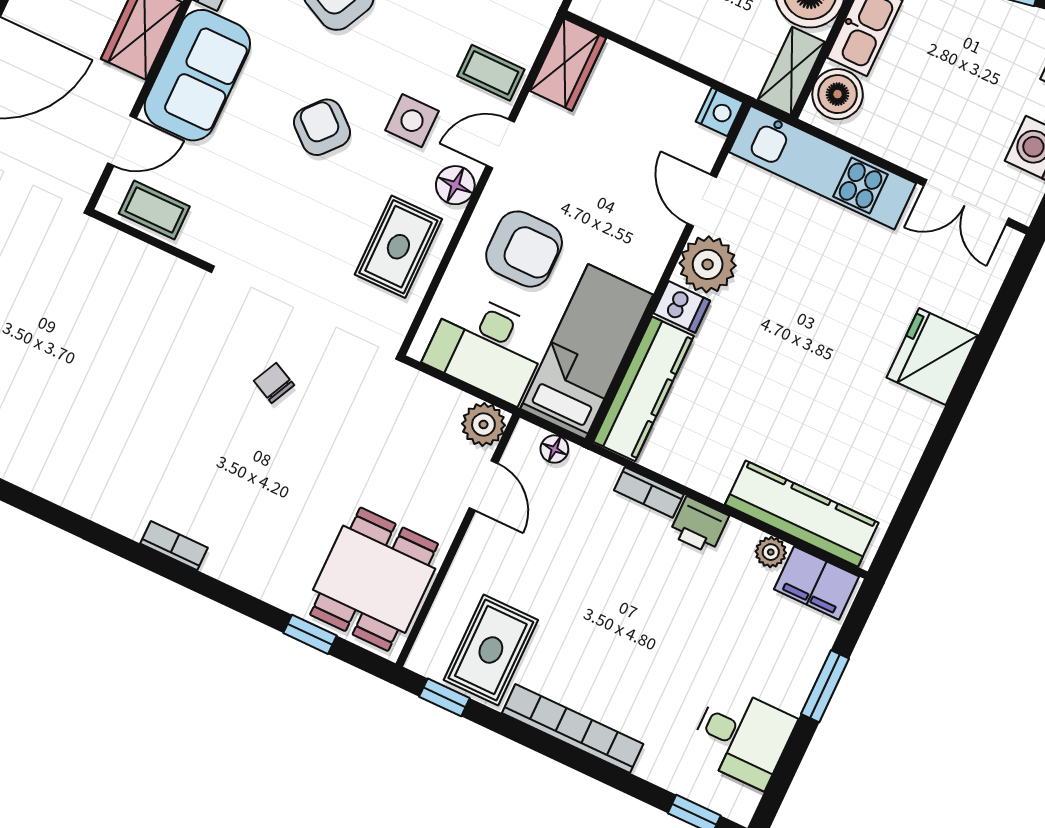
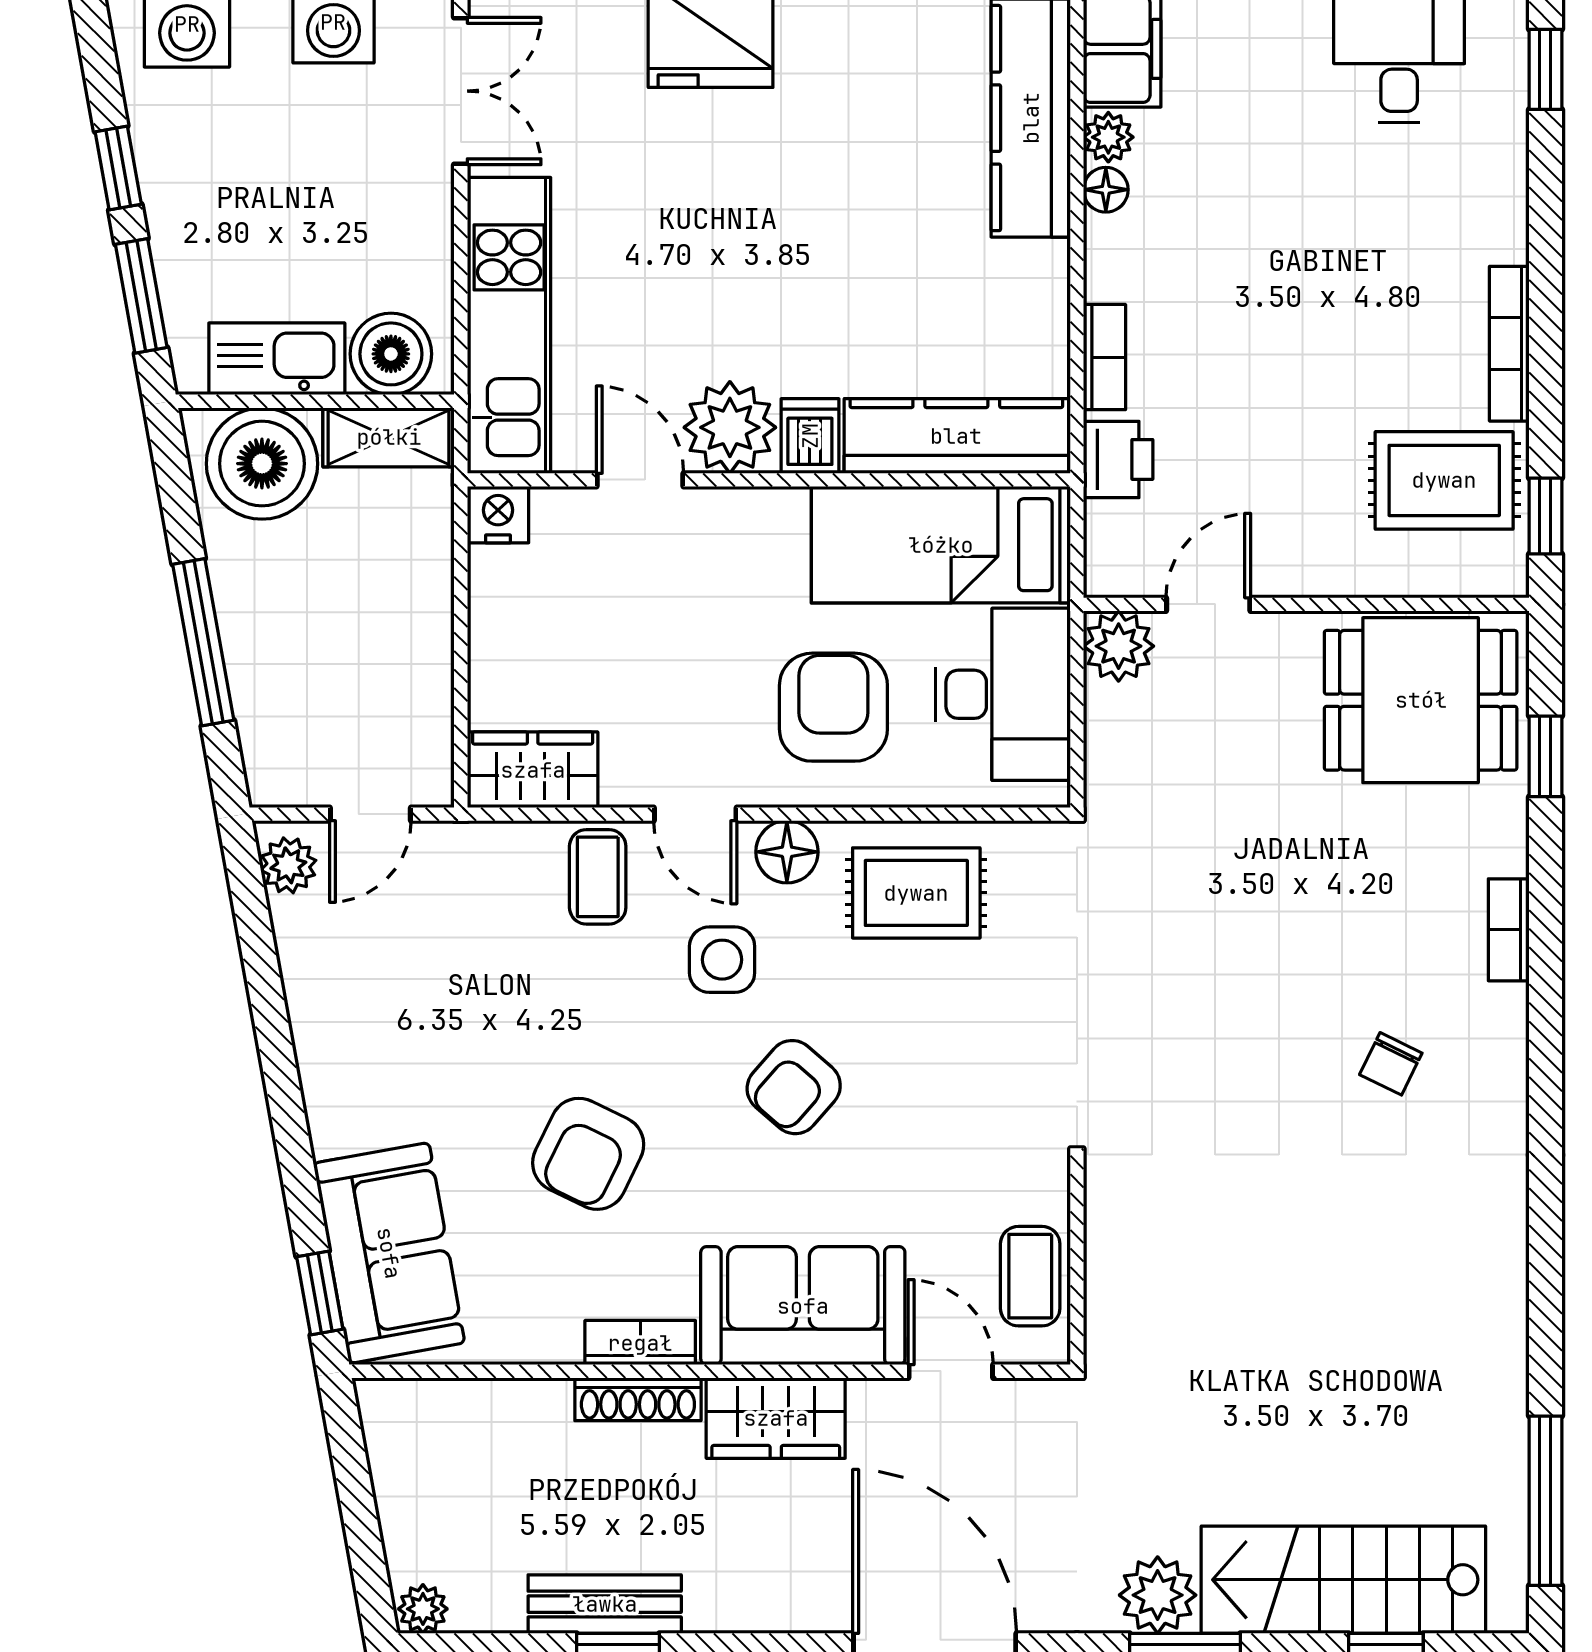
door: (702, 200) -> (640, 480), swing flipped
chair: (274, 383) -> (1391, 1064), moved
floor lamp: (554, 449) -> (1106, 190), moved
printer: (699, 525) -> (1118, 459), moved
bookcase: (174, 546) -> (1509, 930), moved
bookcase: (573, 728) -> (1509, 344), width x0.68, depth x0.76

